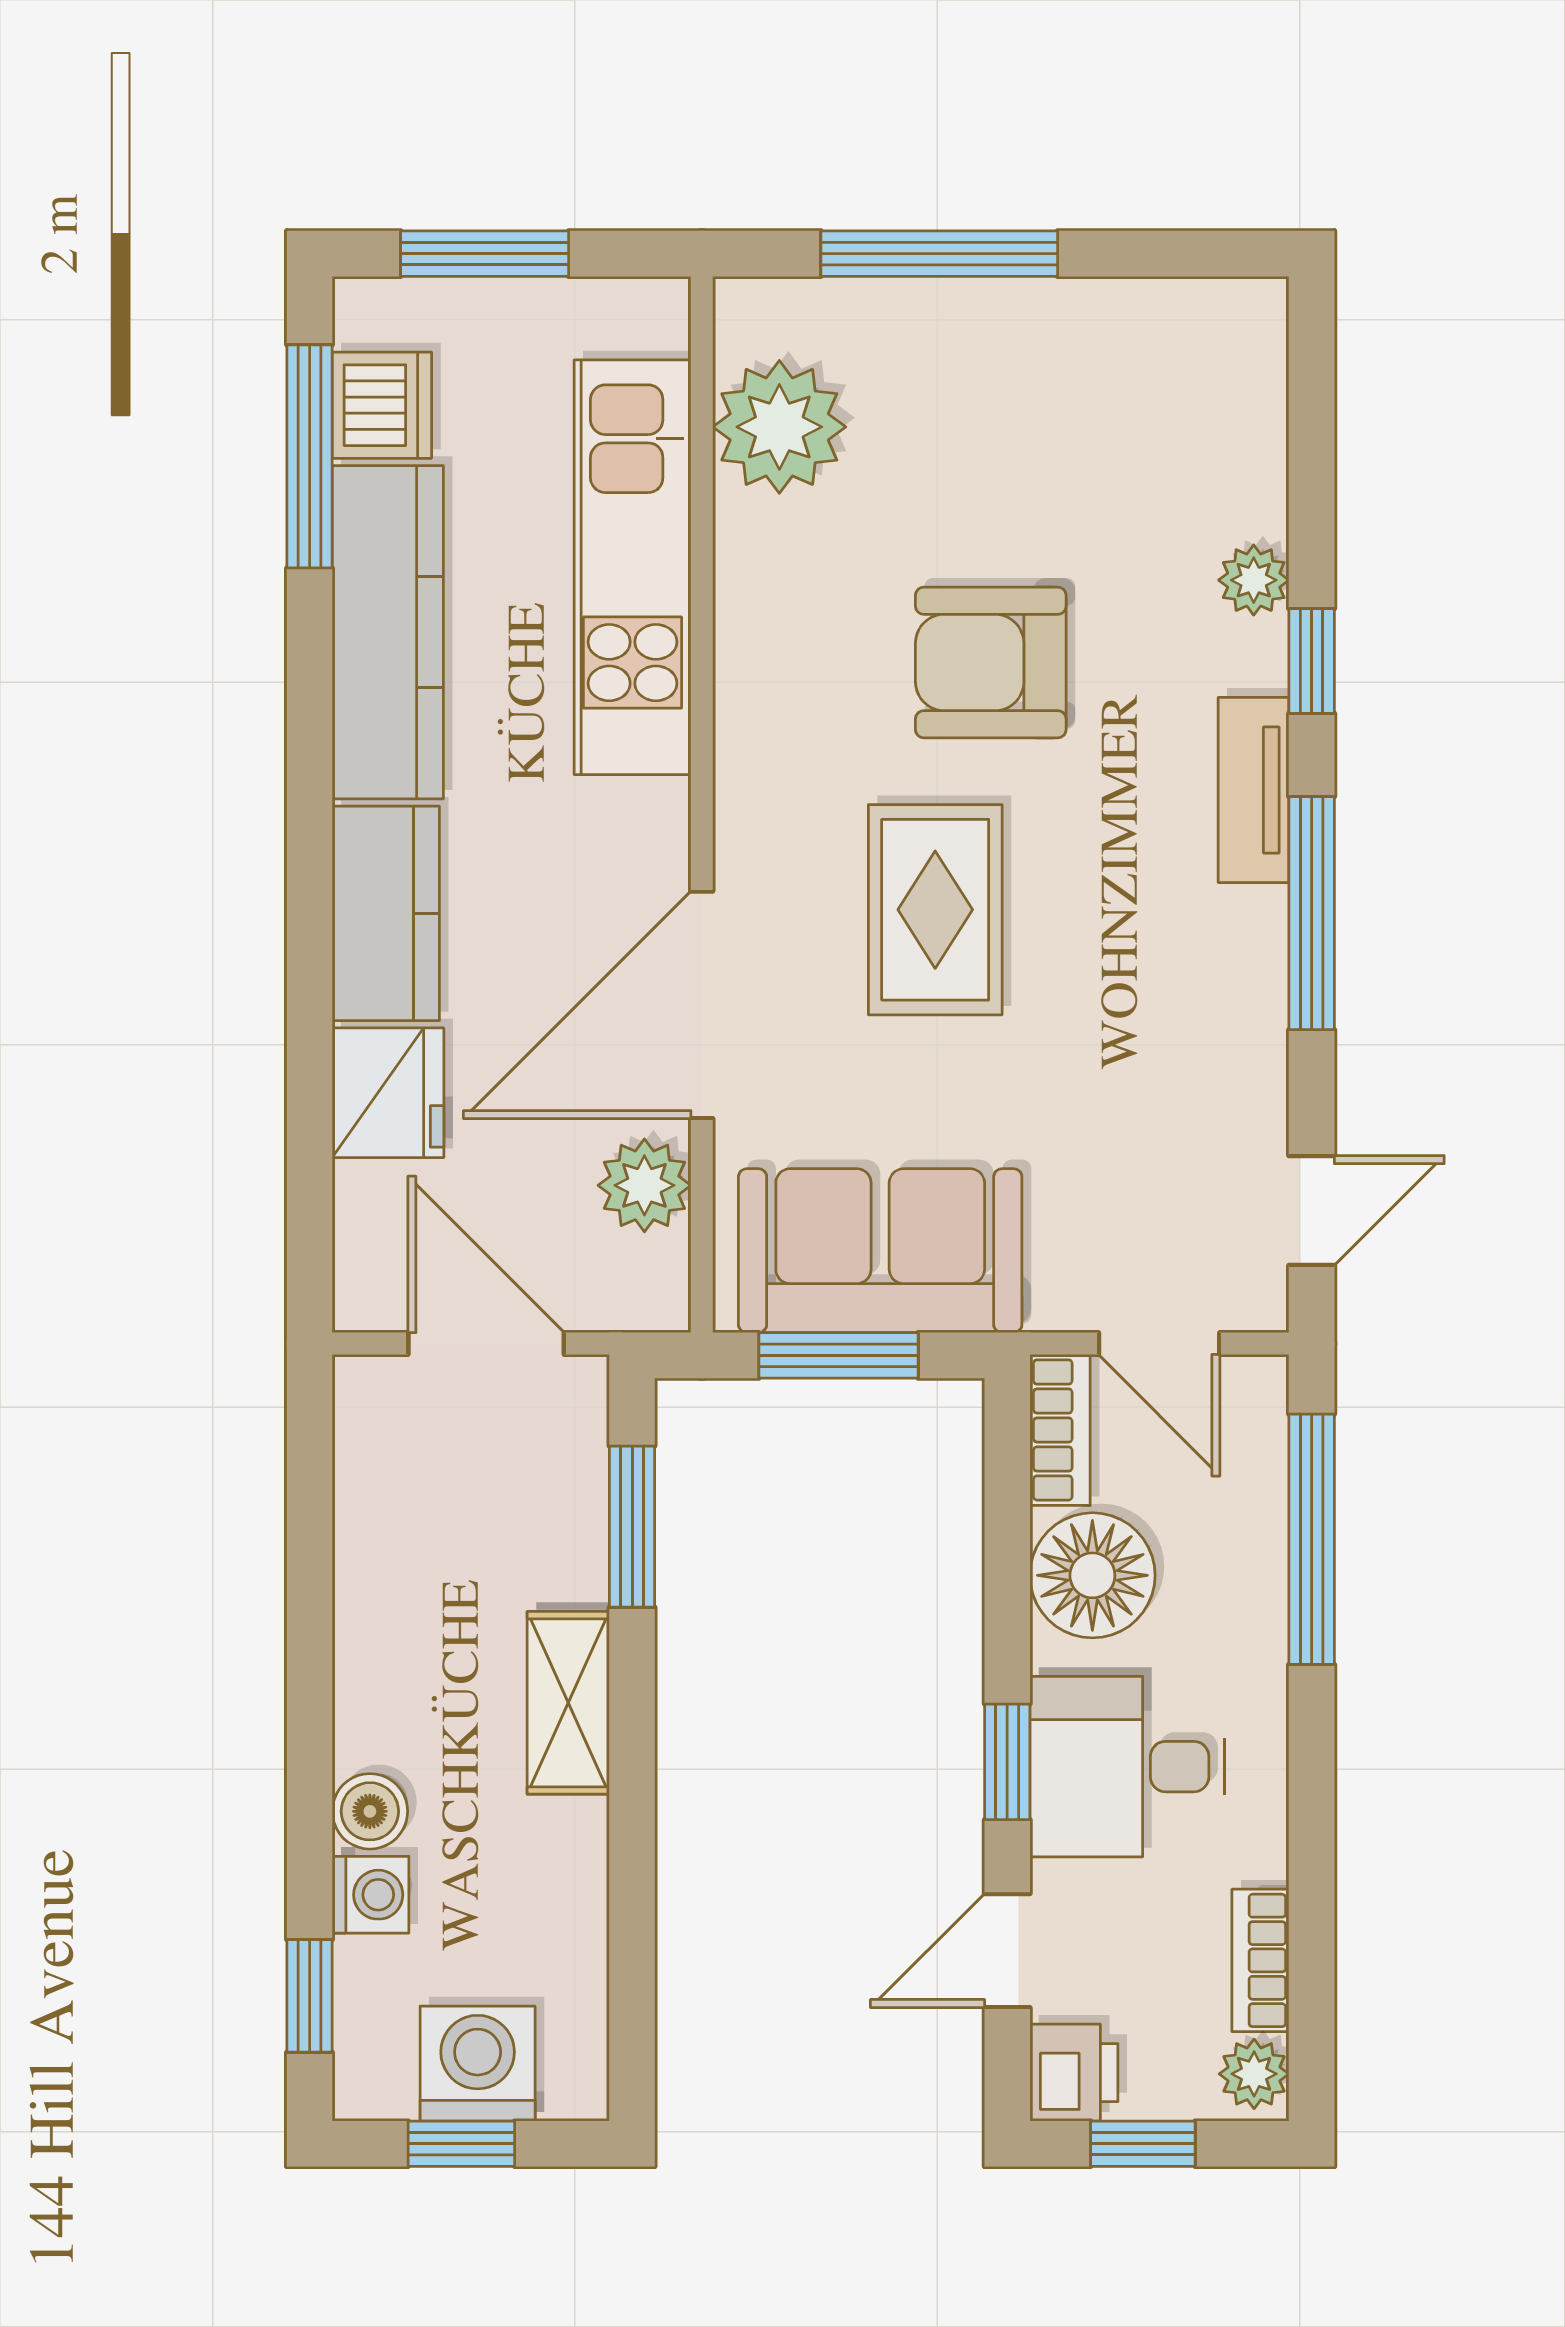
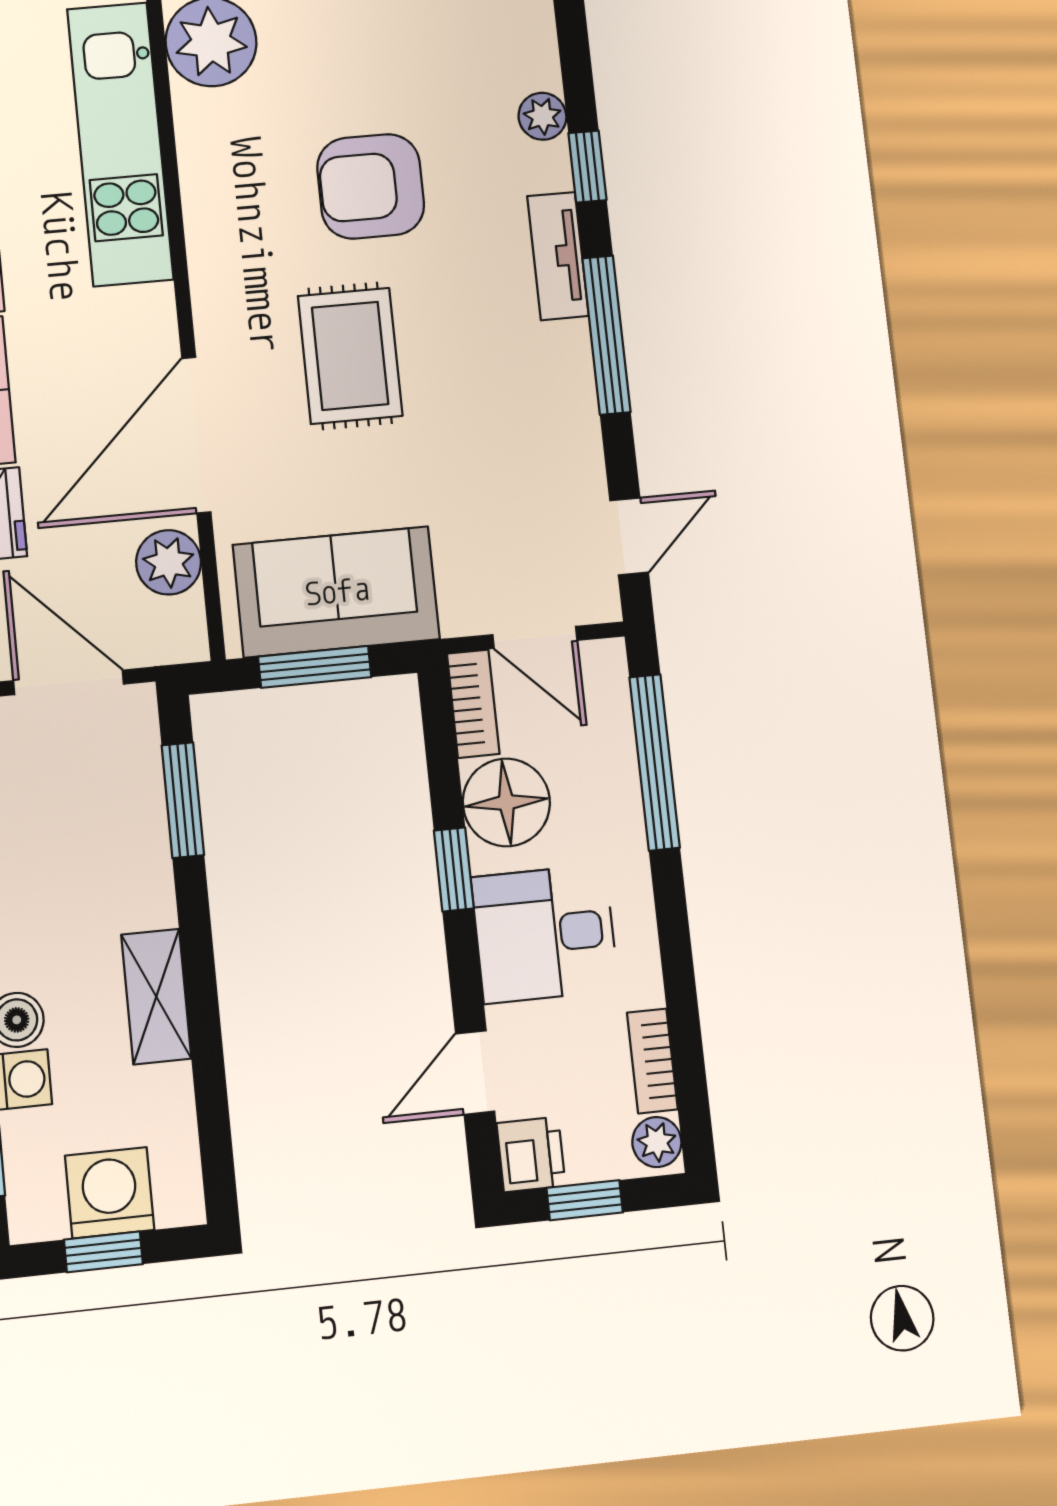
shelving: (568, 1703) -> (156, 997), moved
window: (1007, 1762) -> (454, 869), moved

